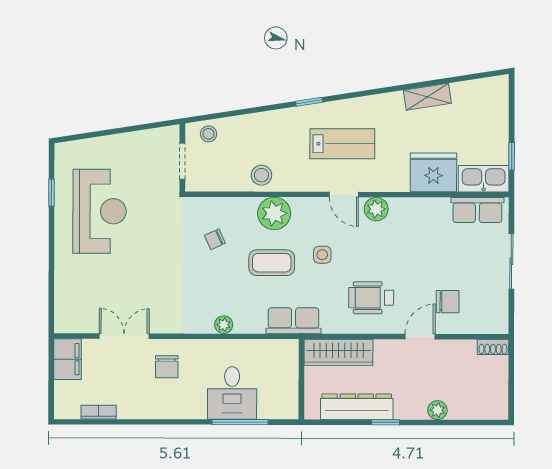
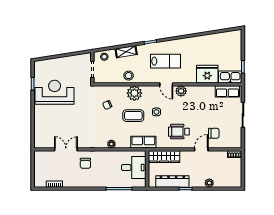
shelving: (427, 97) -> (126, 52), moved
reception desk: (100, 211) -> (55, 92), turned -90
filing cabinet: (68, 359) -> (40, 160), removed
desk: (232, 393) -> (134, 167), moved, turned -90

